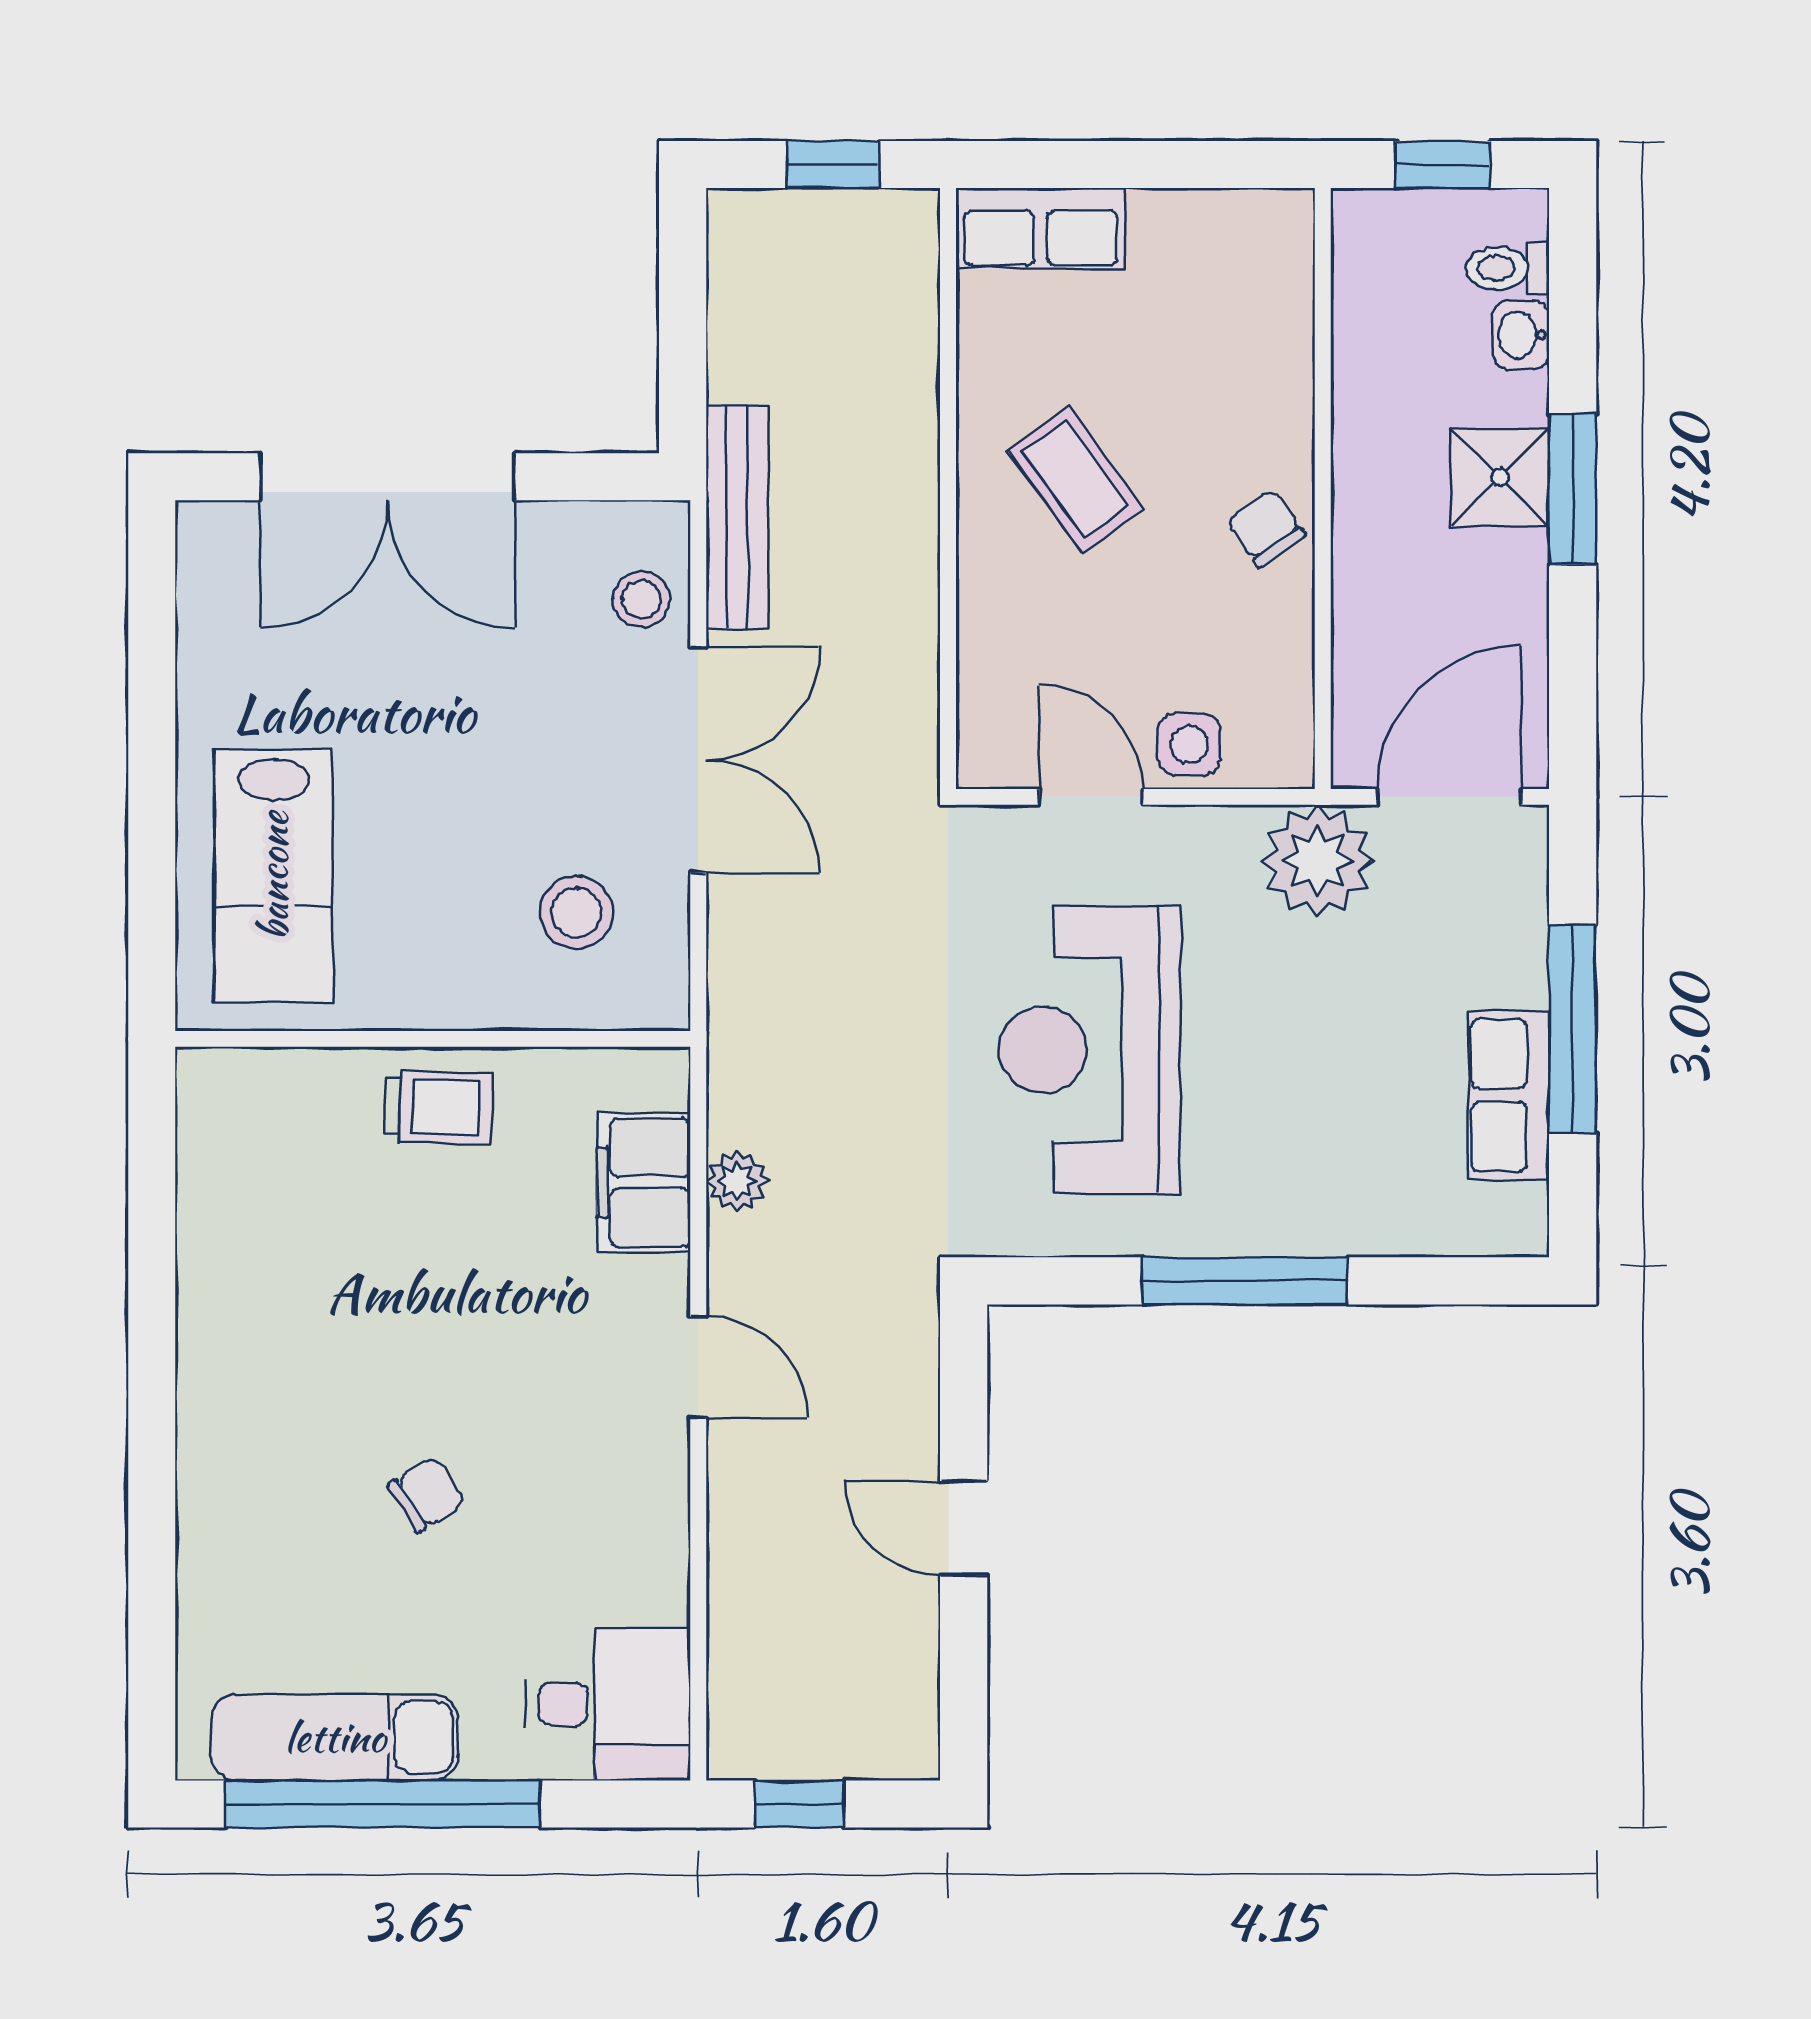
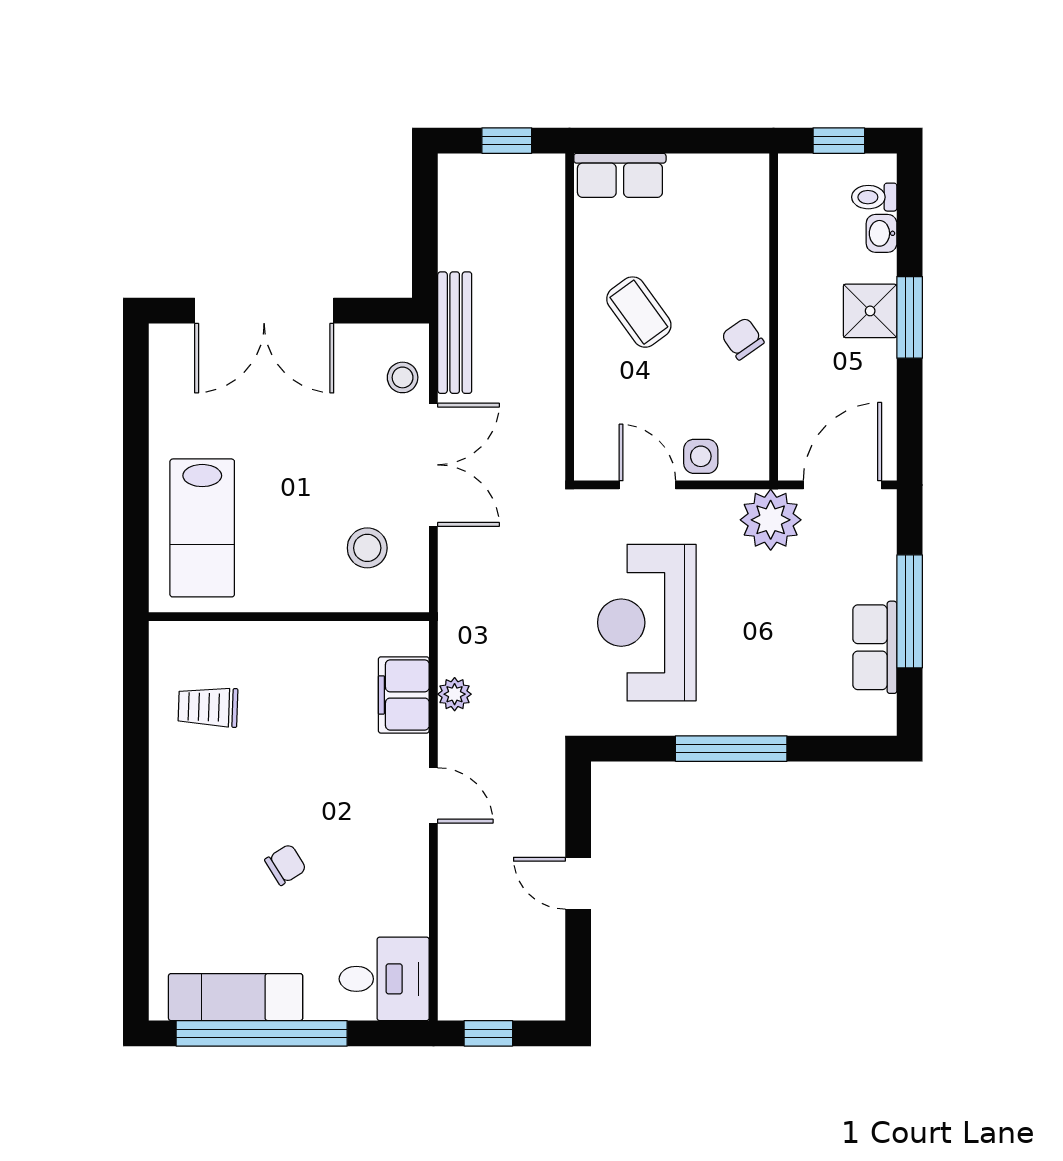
trolley: (438, 1107) -> (208, 707), moved, turned 180

